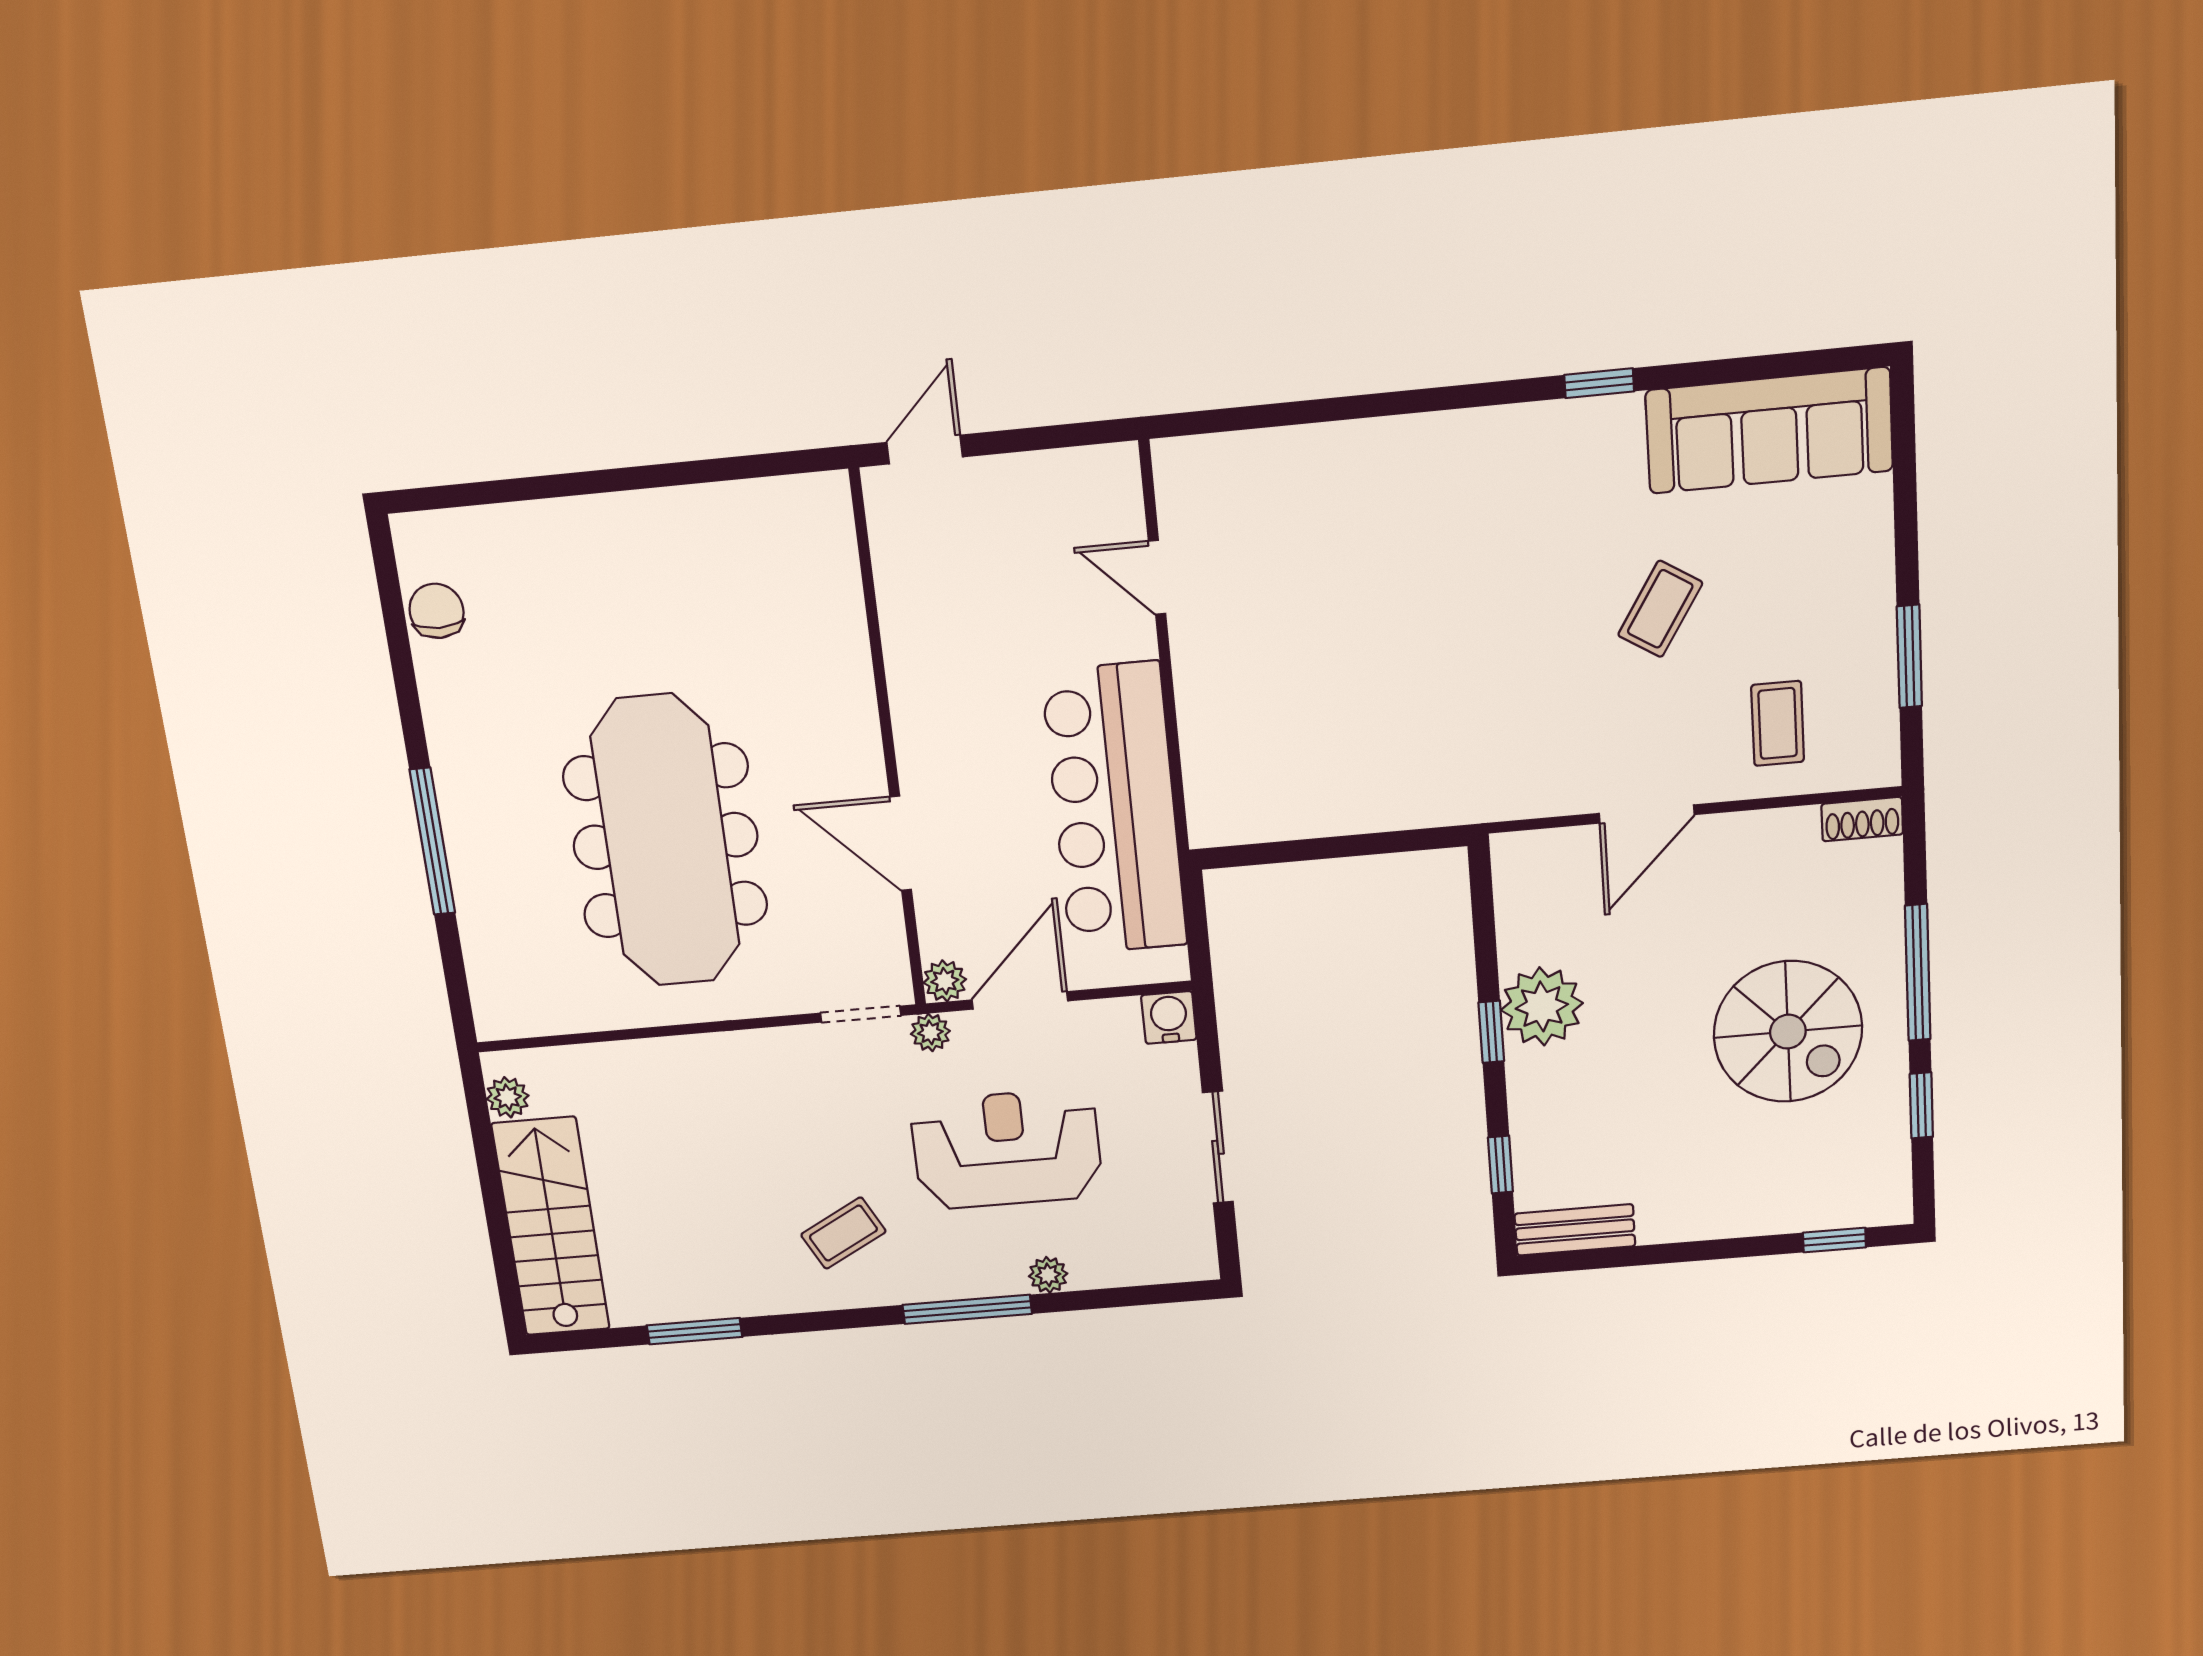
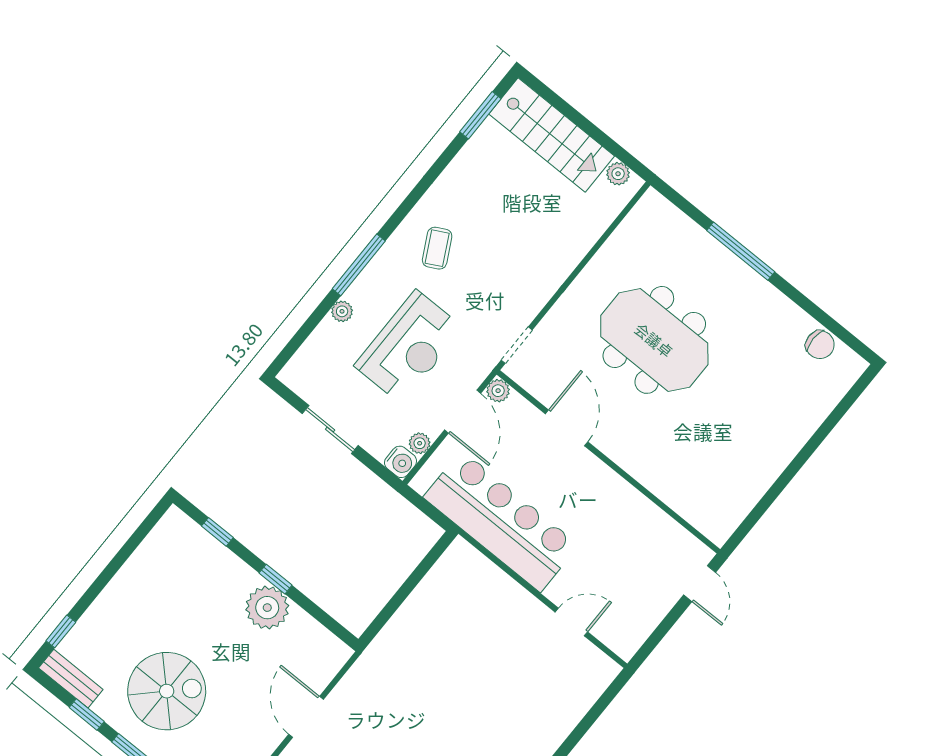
meeting table: (665, 841) -> (654, 340), width x0.73
door: (901, 843) -> (567, 428), hinge flipped
plant: (930, 1032) -> (420, 443), moved
spiral stairs: (1788, 1032) -> (167, 691), turned 180
bench: (1575, 1230) -> (71, 679), moved, turned 90
window: (695, 1331) -> (480, 115), moved

